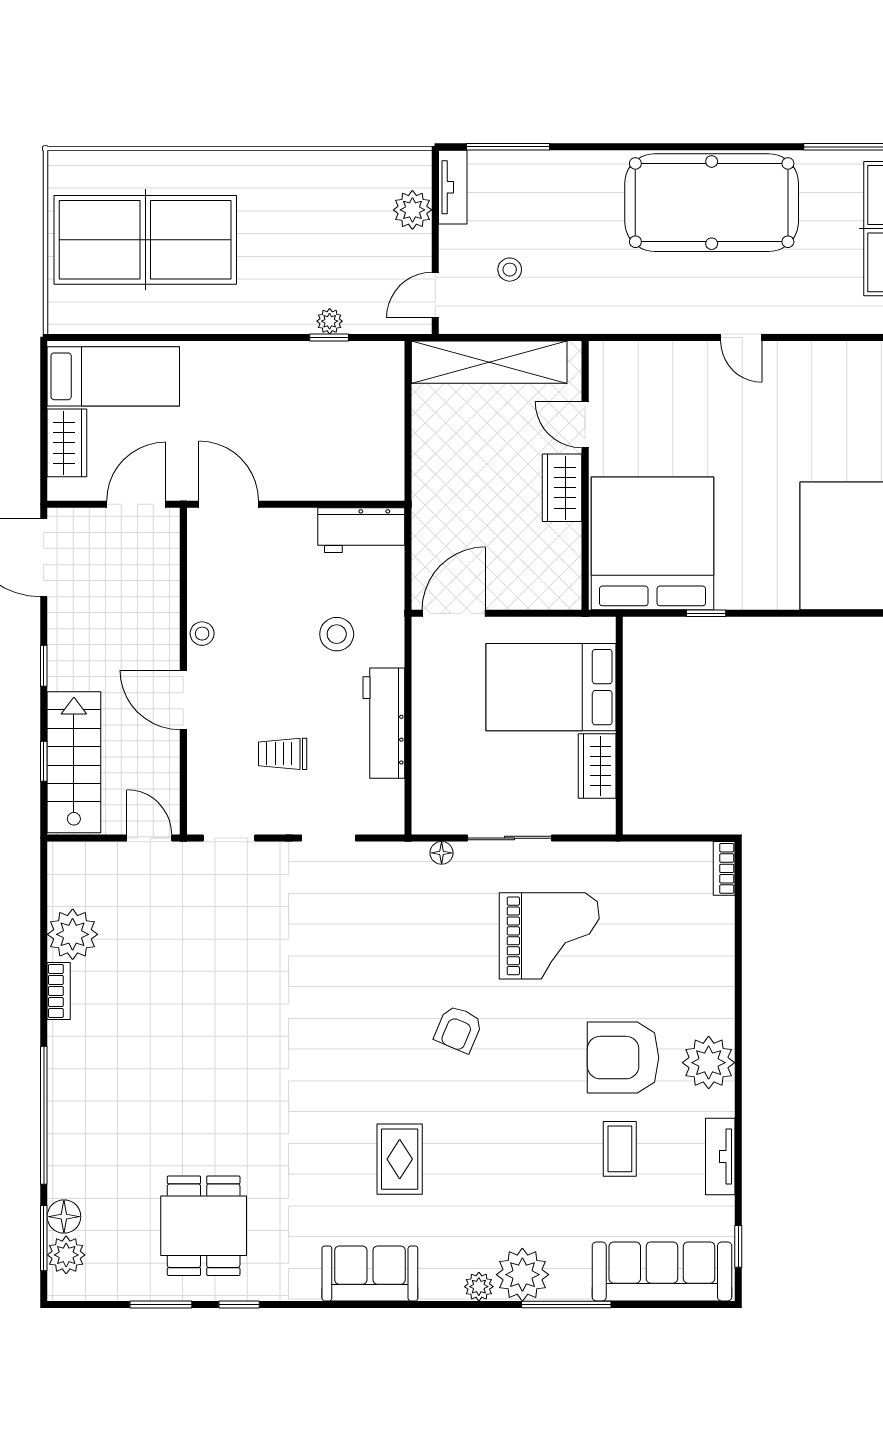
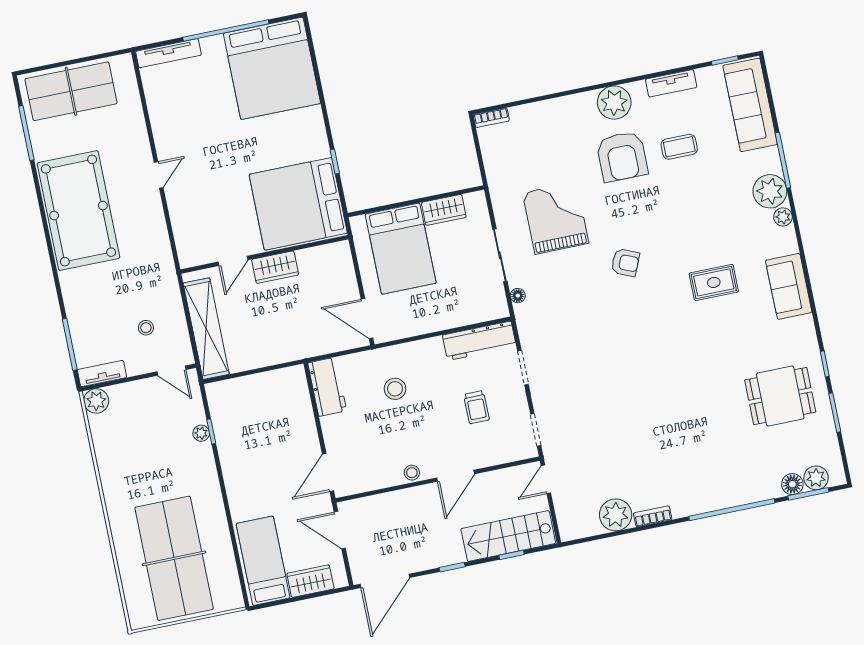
plant: (412, 210) -> (96, 401), moved
workbench: (384, 723) -> (479, 341), moved

